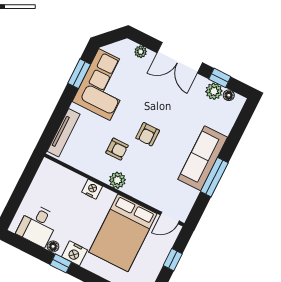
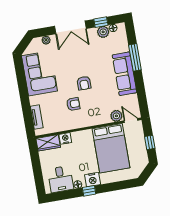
window: (79, 74) -> (21, 78), removed
tv unit: (64, 133) -> (37, 117), width x0.71
wardrobe: (55, 173) -> (48, 143), added
window: (214, 177) -> (135, 57), moved
plant: (117, 180) -> (116, 116), moved
nightstand: (92, 189) -> (65, 138), moved
door: (170, 218) -> (131, 120), swing flipped

